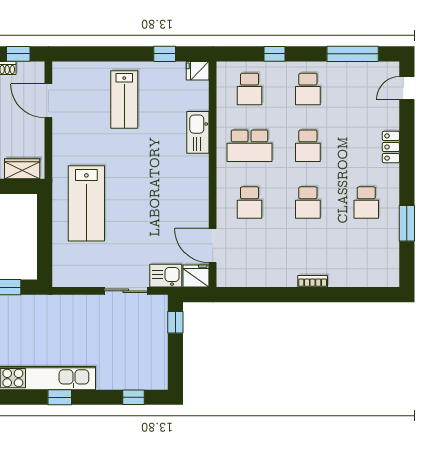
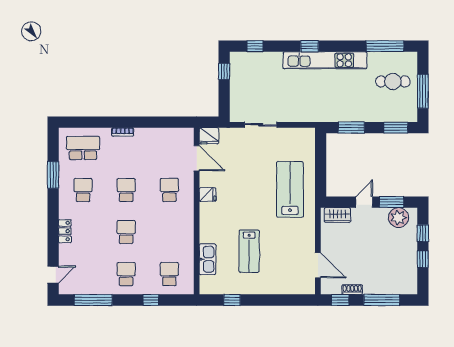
fridge: (198, 71) -> (208, 195), moved
lab bench: (124, 99) -> (249, 251), moved, turned 180
kitchen sink: (198, 132) -> (207, 259), moved
school desk: (250, 146) -> (83, 148), moved
kitchen sink: (166, 276) -> (231, 136), removed
window: (175, 322) -> (224, 71), moved

